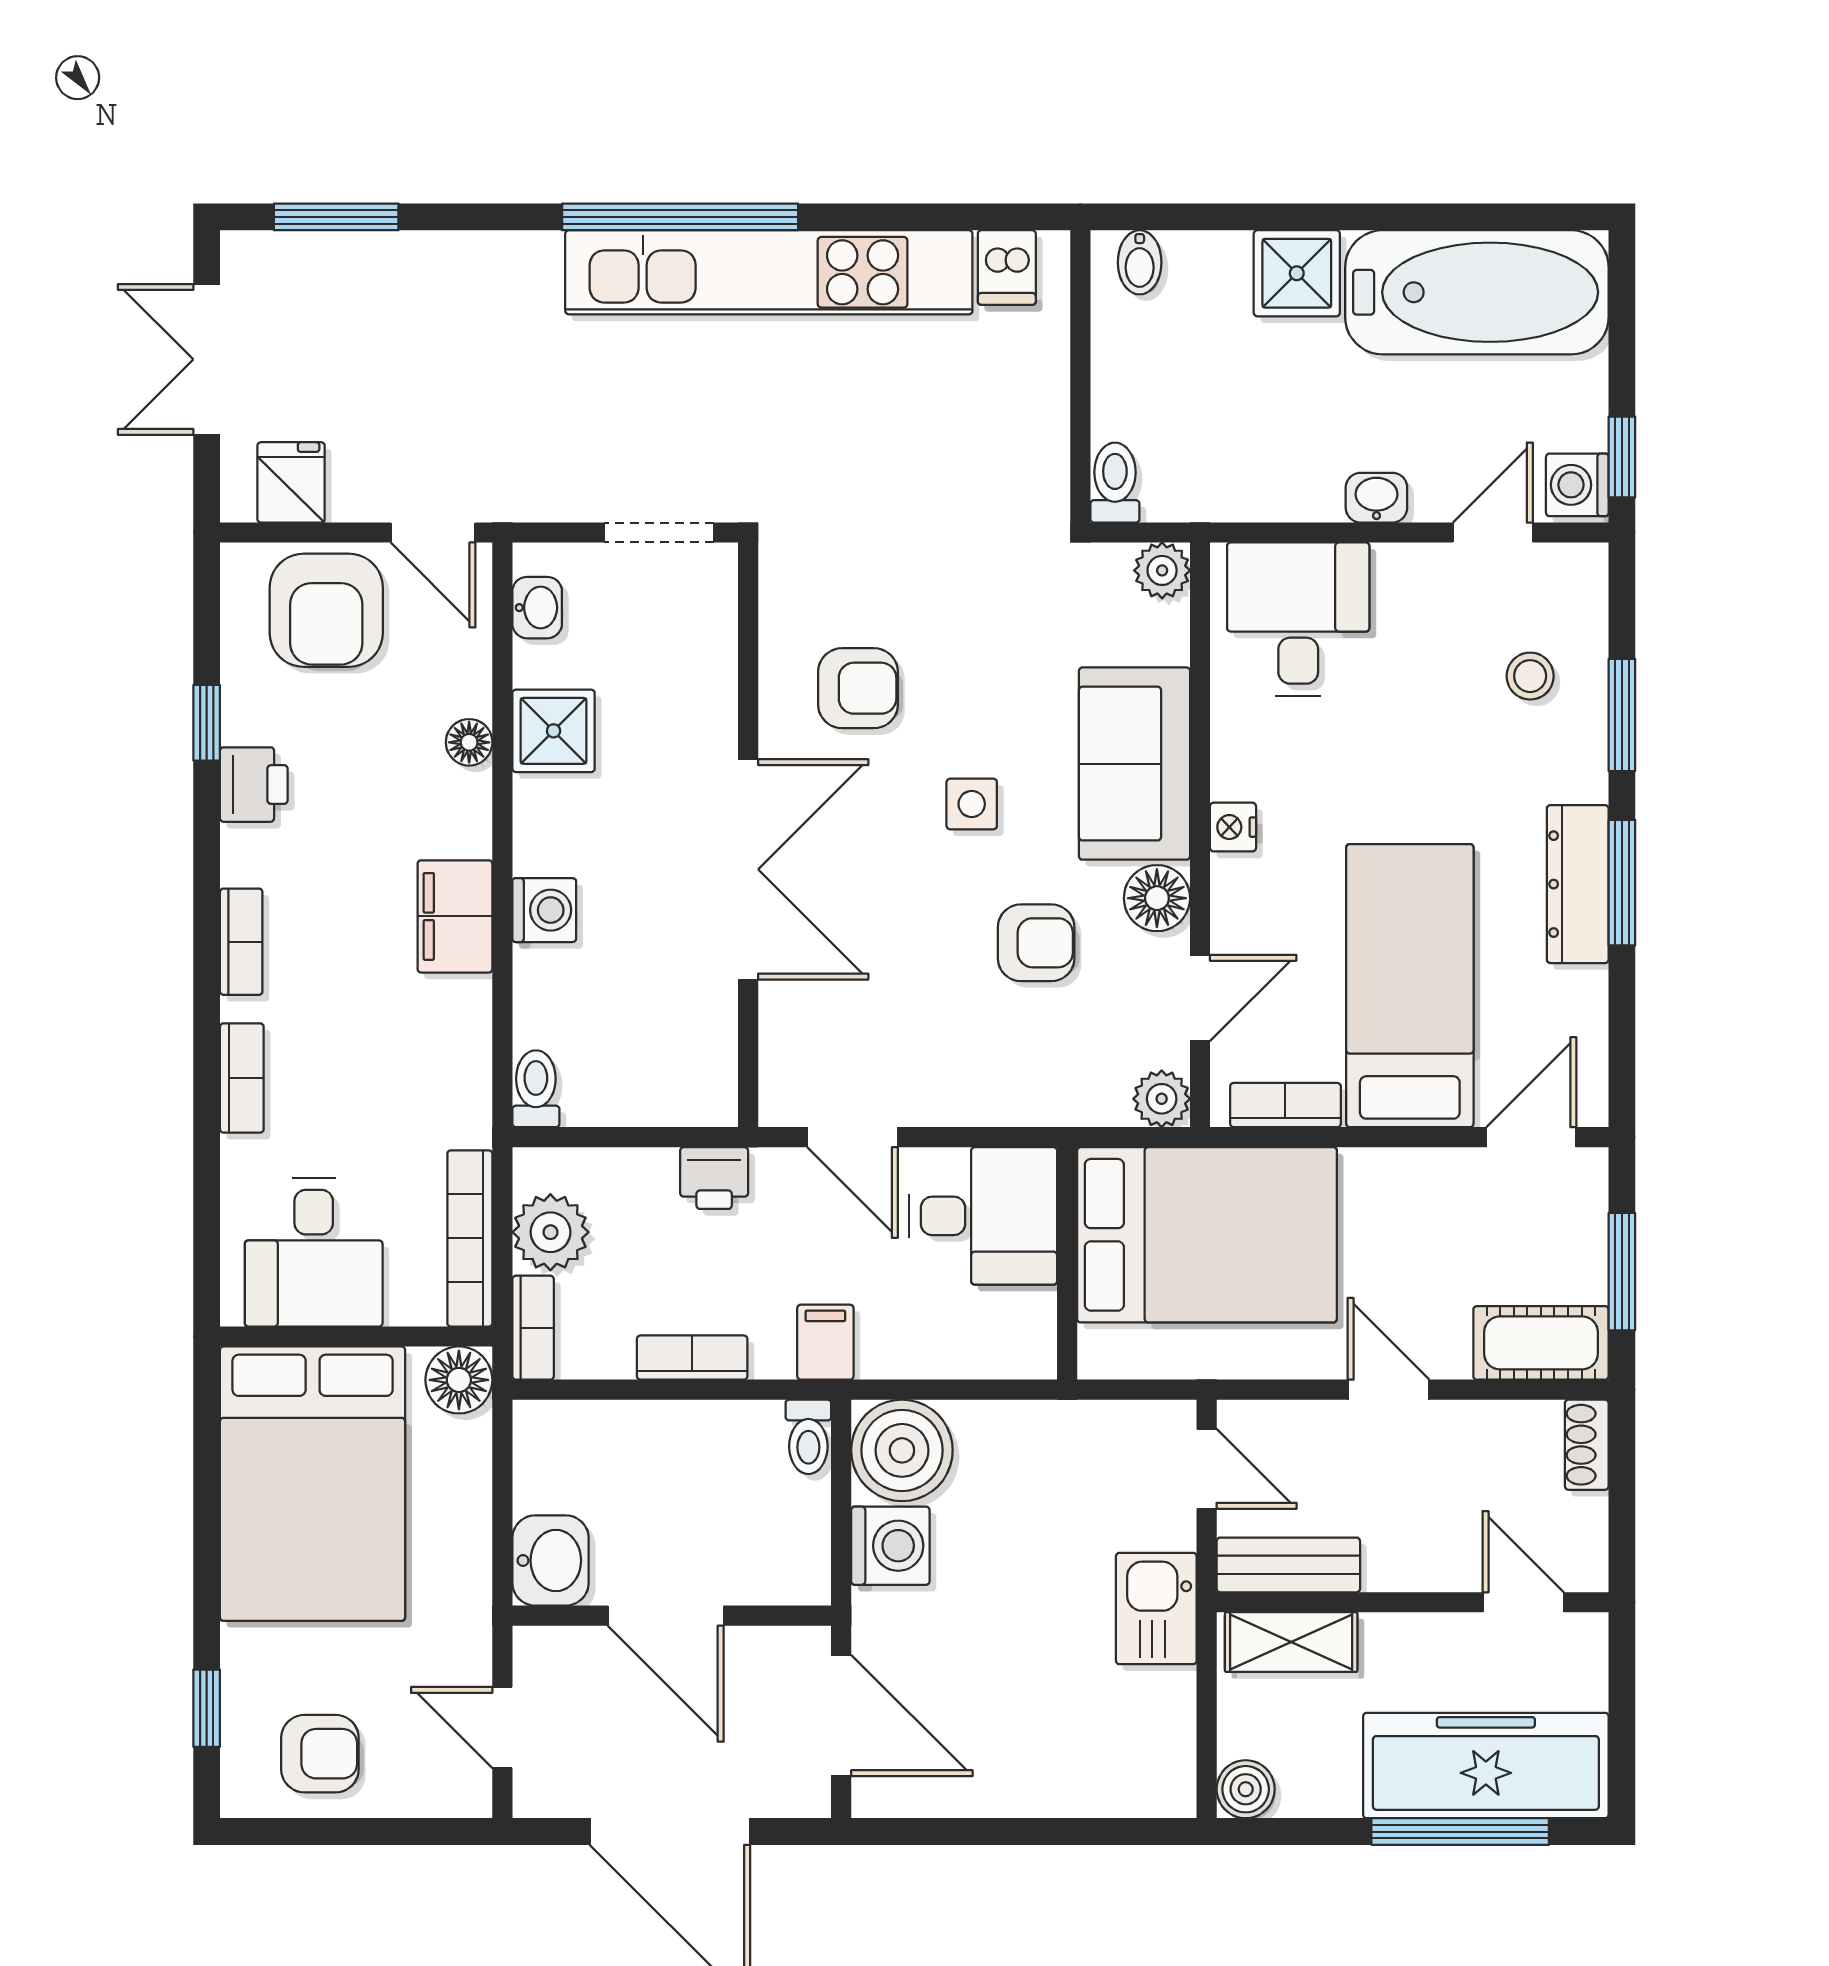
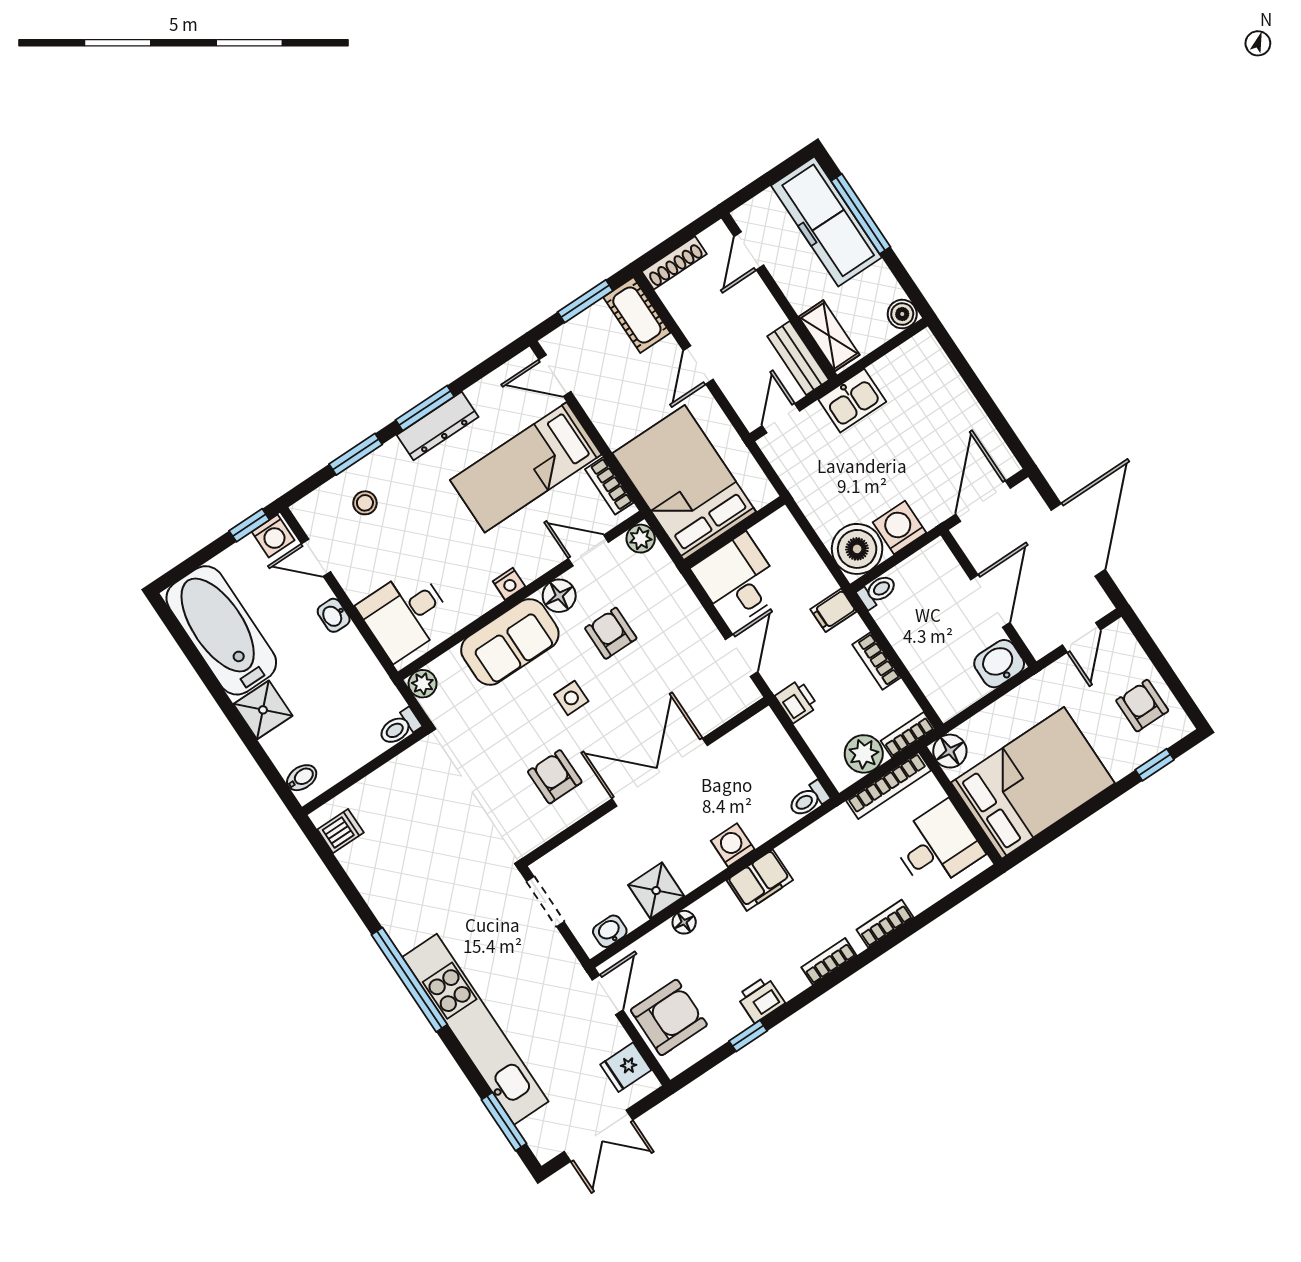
kitchen unit: (769, 272) -> (475, 1029), moved
shoe rack: (1587, 1445) -> (674, 263), width x1.43

